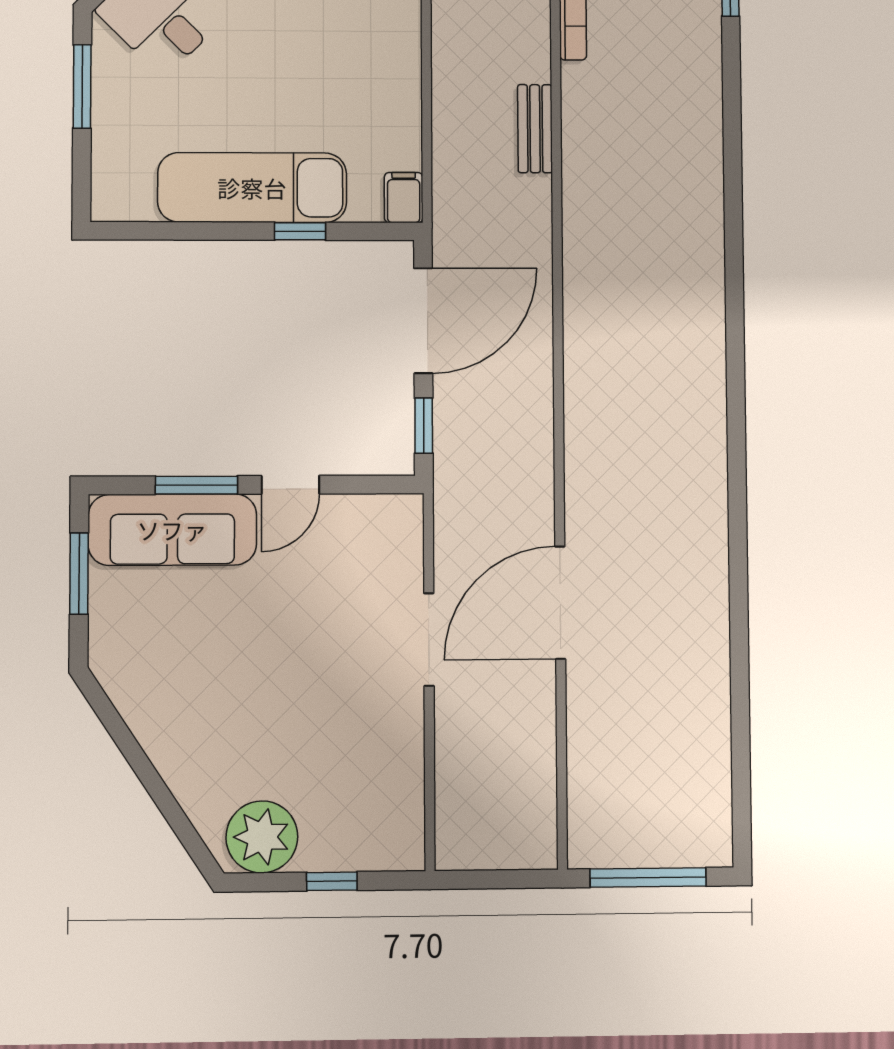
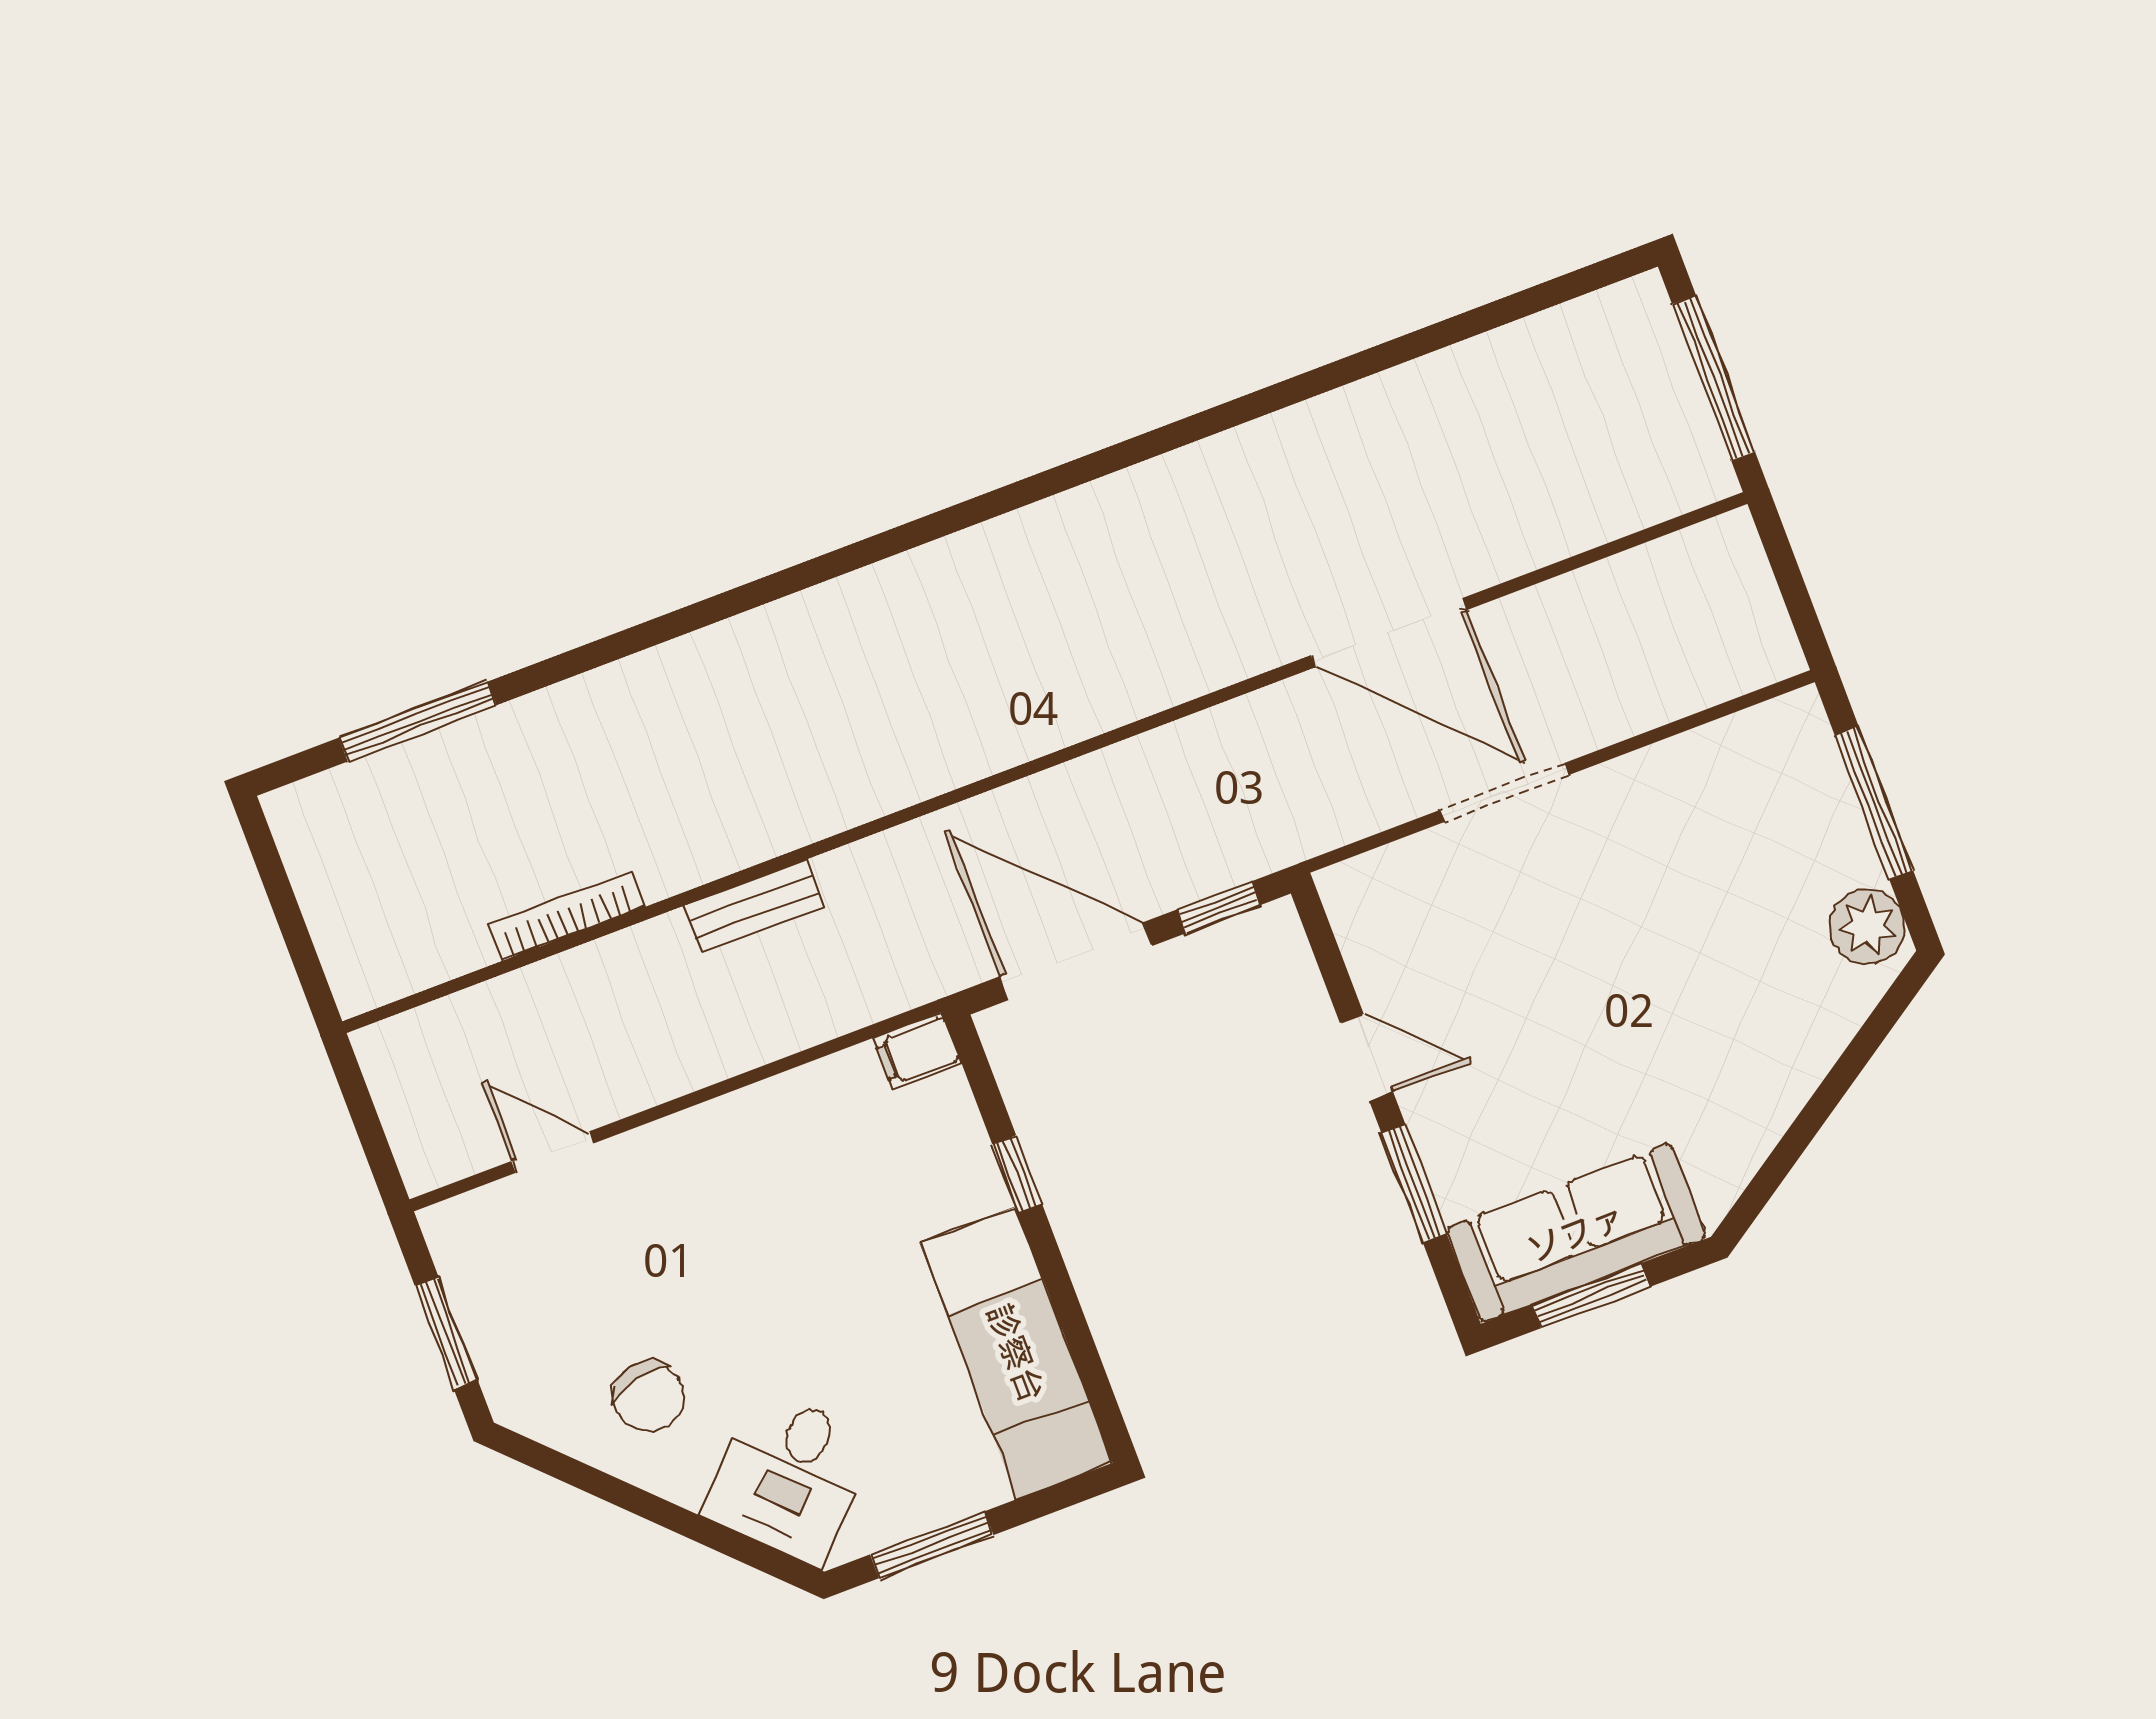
exam couch: (252, 188) -> (1016, 1353), moved
sofa: (172, 530) -> (1576, 1233), moved, turned -90
plant: (262, 837) -> (1867, 926), width x0.73, depth x0.73
window: (332, 881) -> (1874, 803), width x2.17

